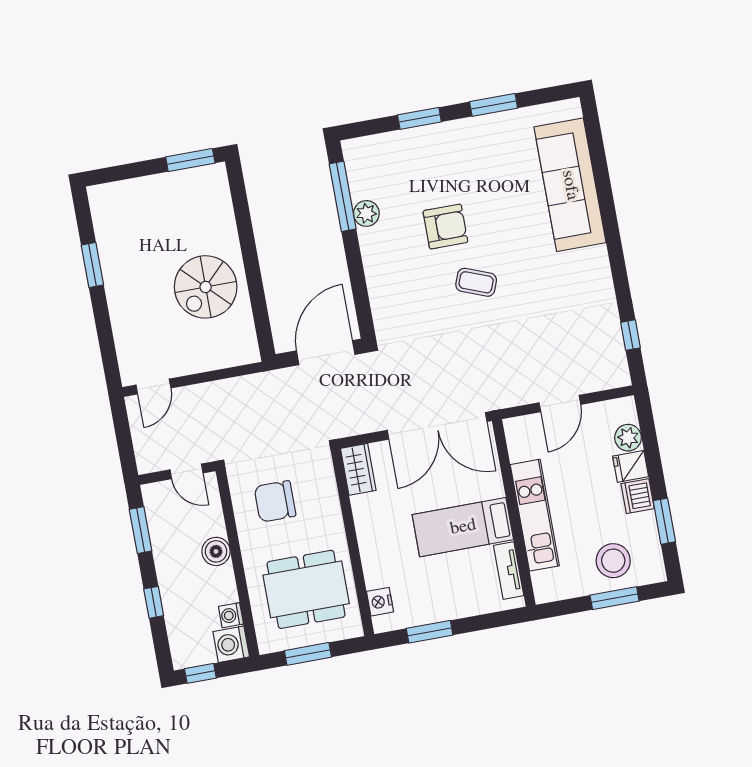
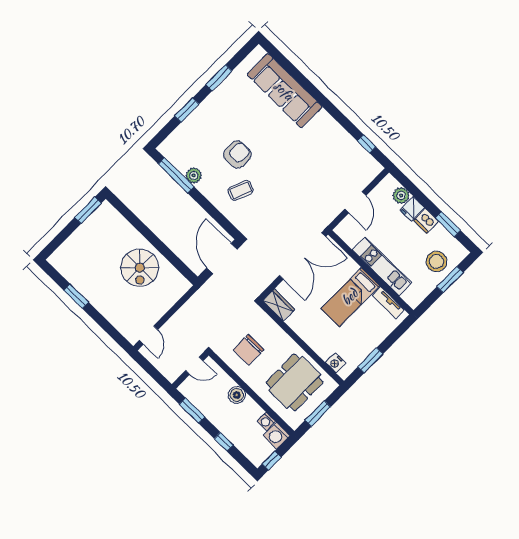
coffee table: (476, 282) -> (241, 190), moved

